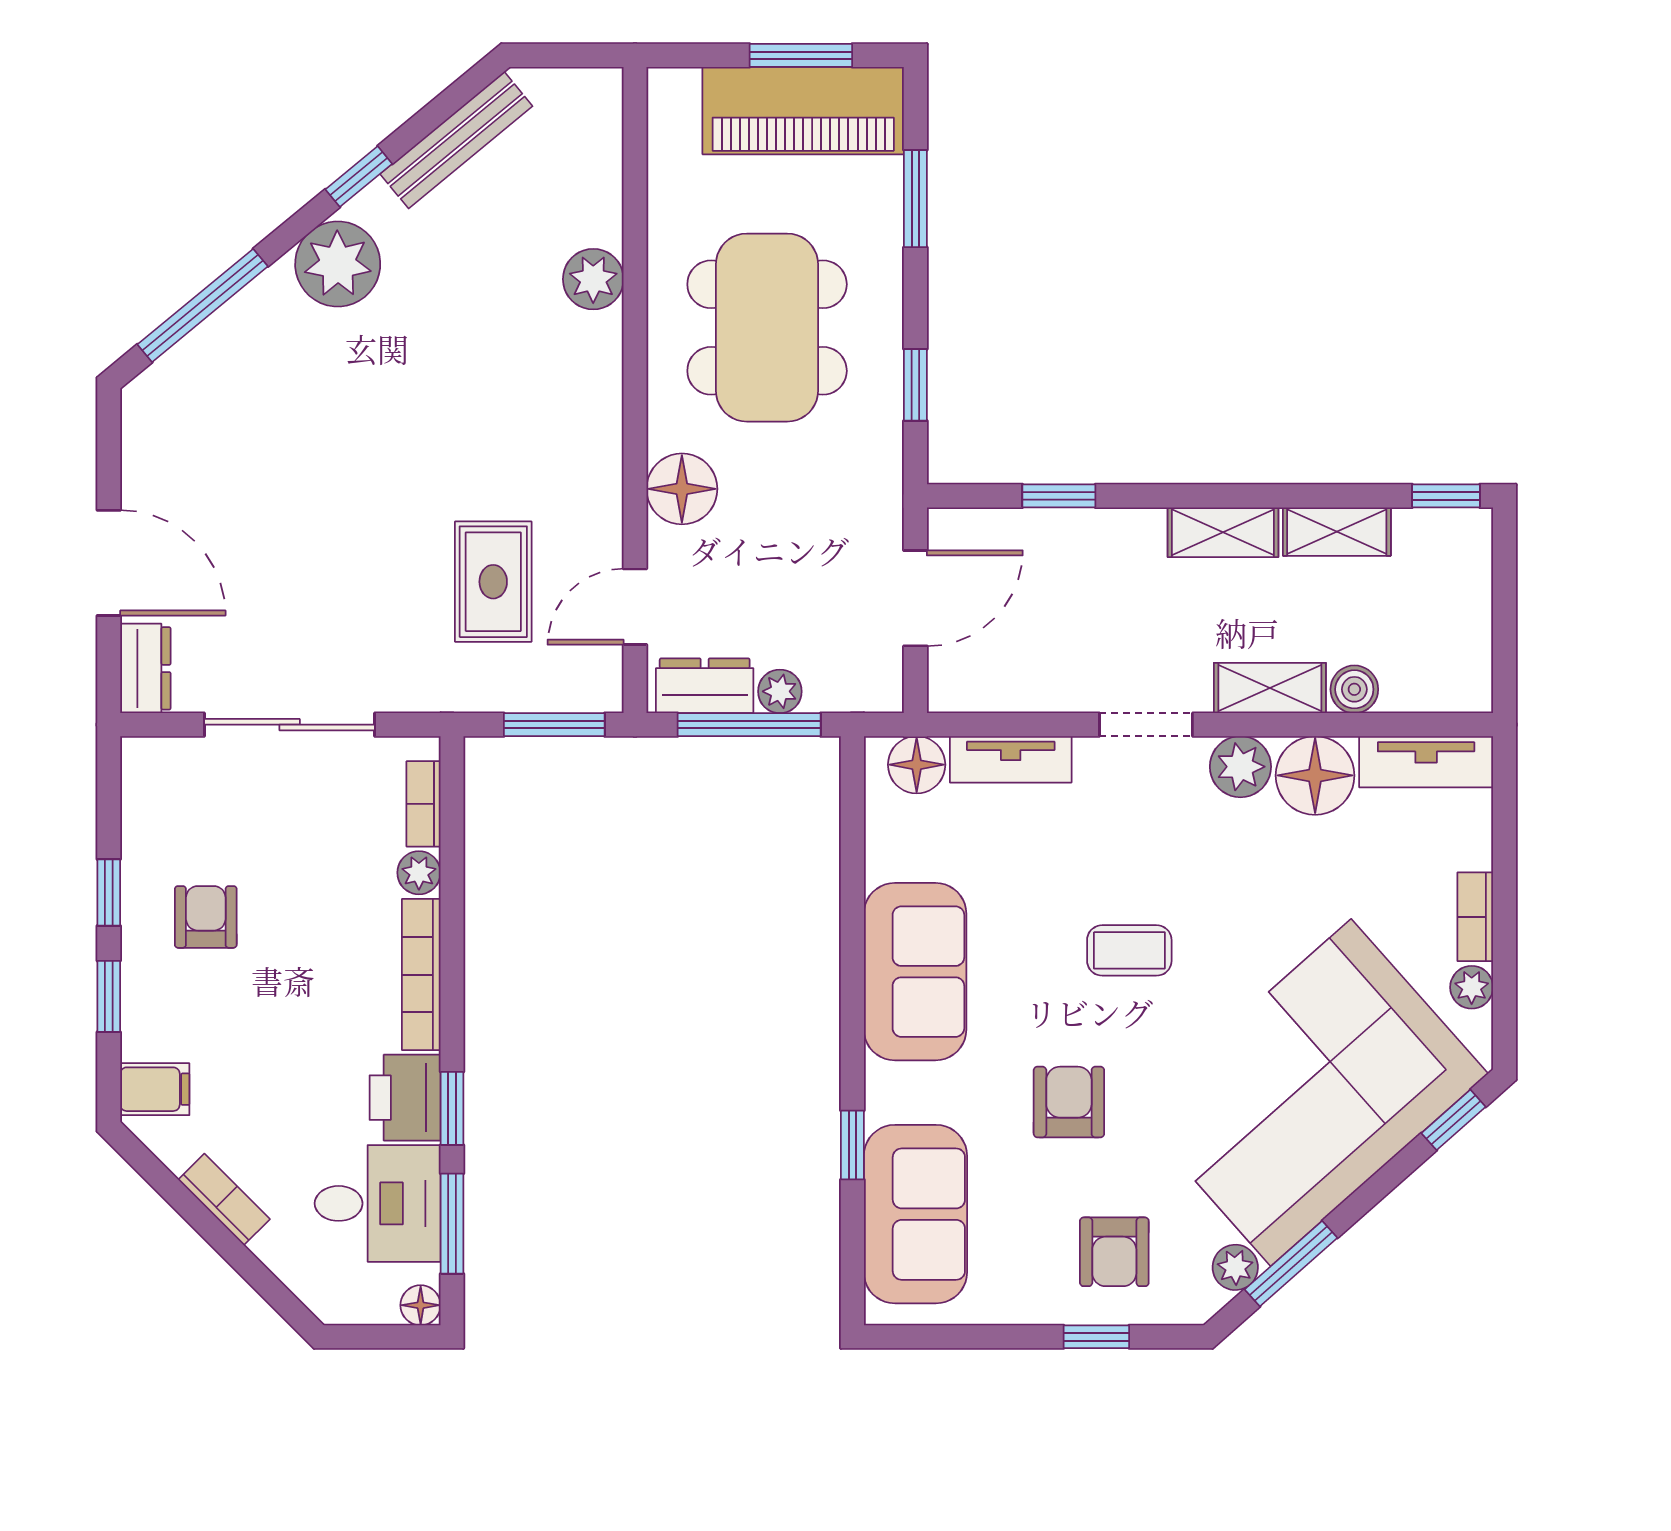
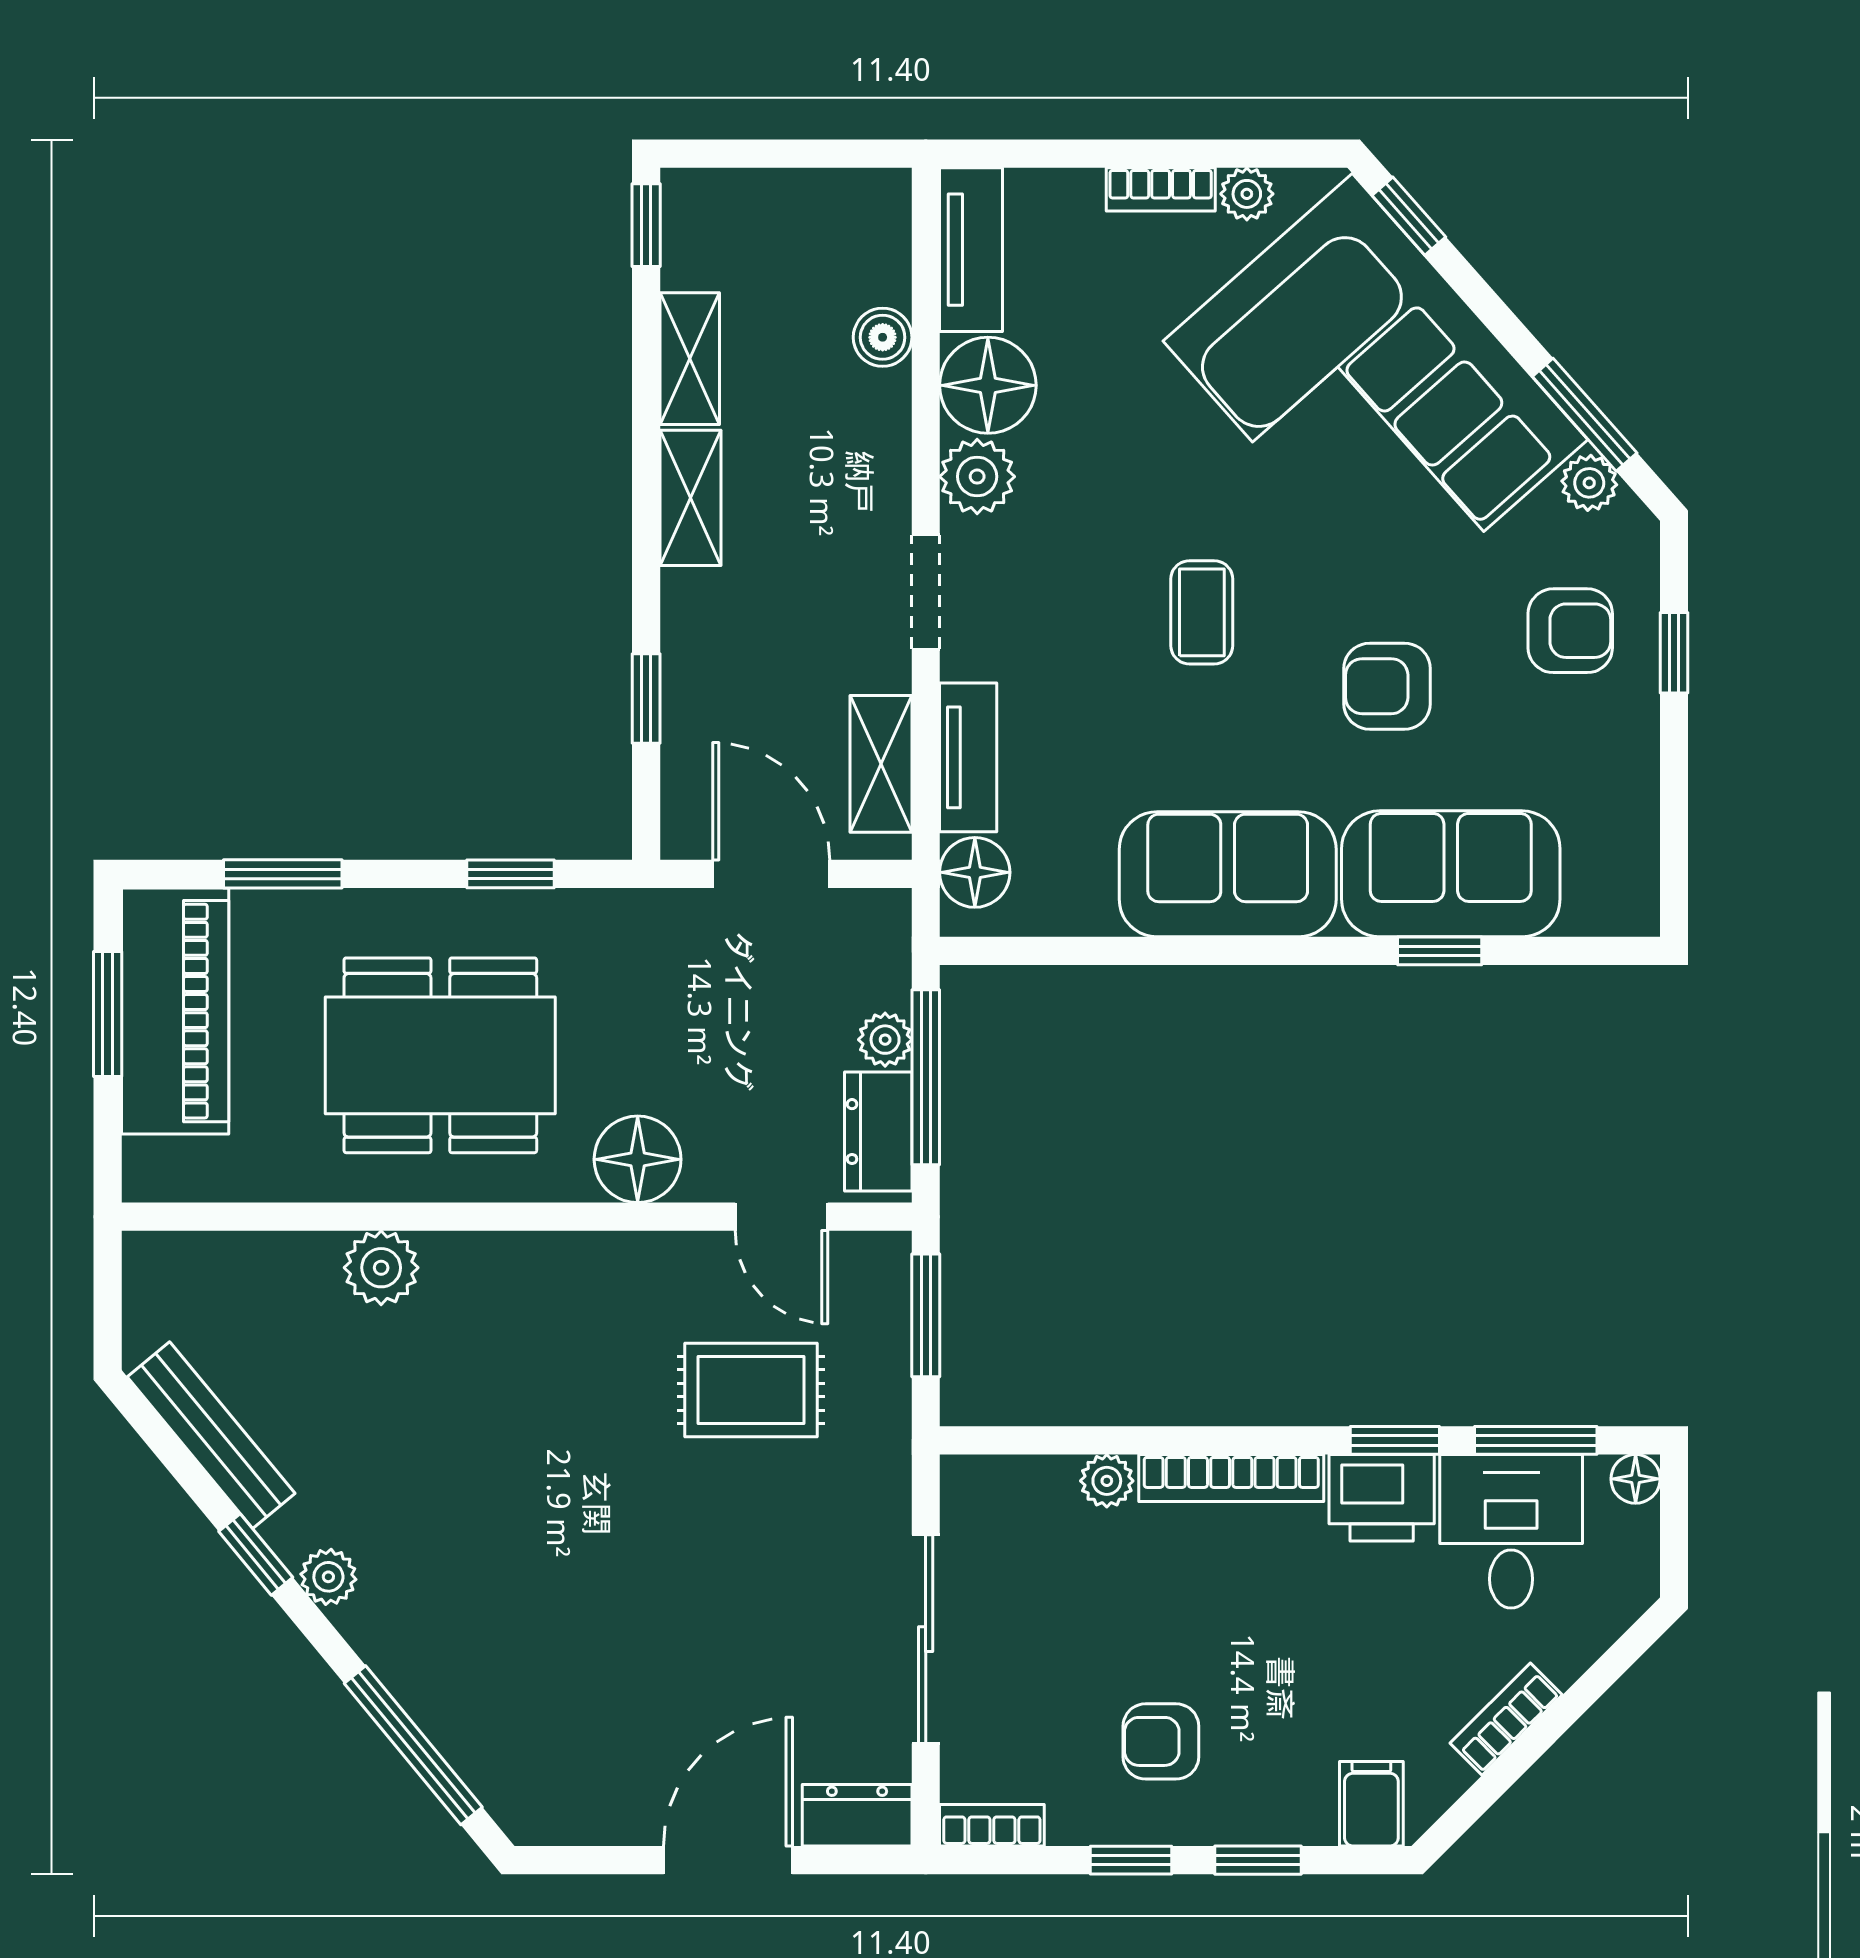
plant: (338, 264) -> (328, 1577), width x0.53, depth x0.53
shelving: (1270, 688) -> (881, 764), moved
bookcase: (423, 804) -> (992, 1825), moved, turned 180
sofa: (915, 1214) -> (1451, 874), moved

